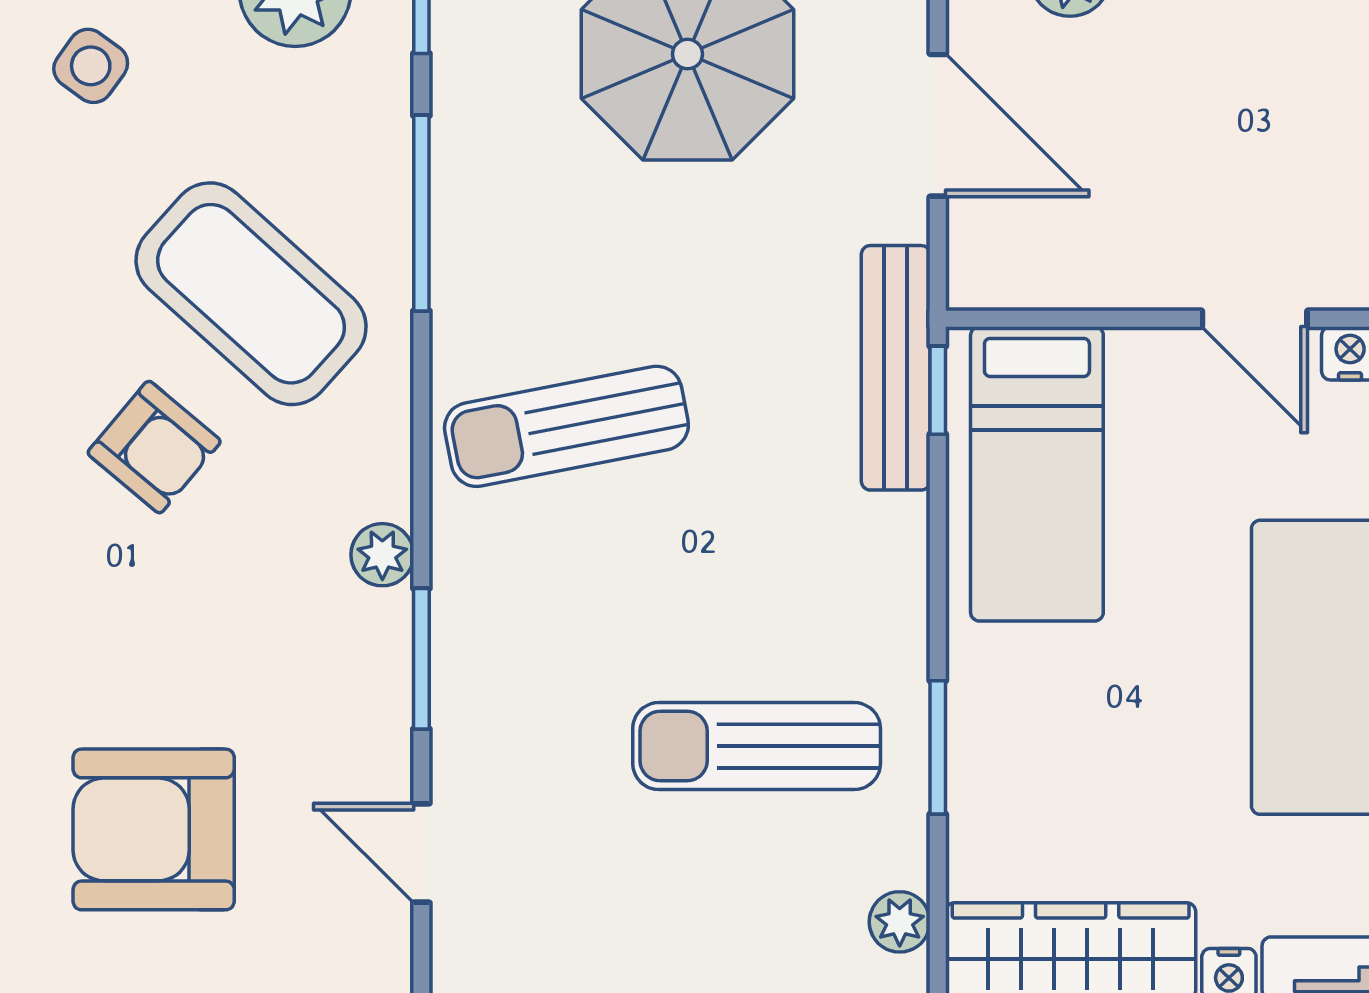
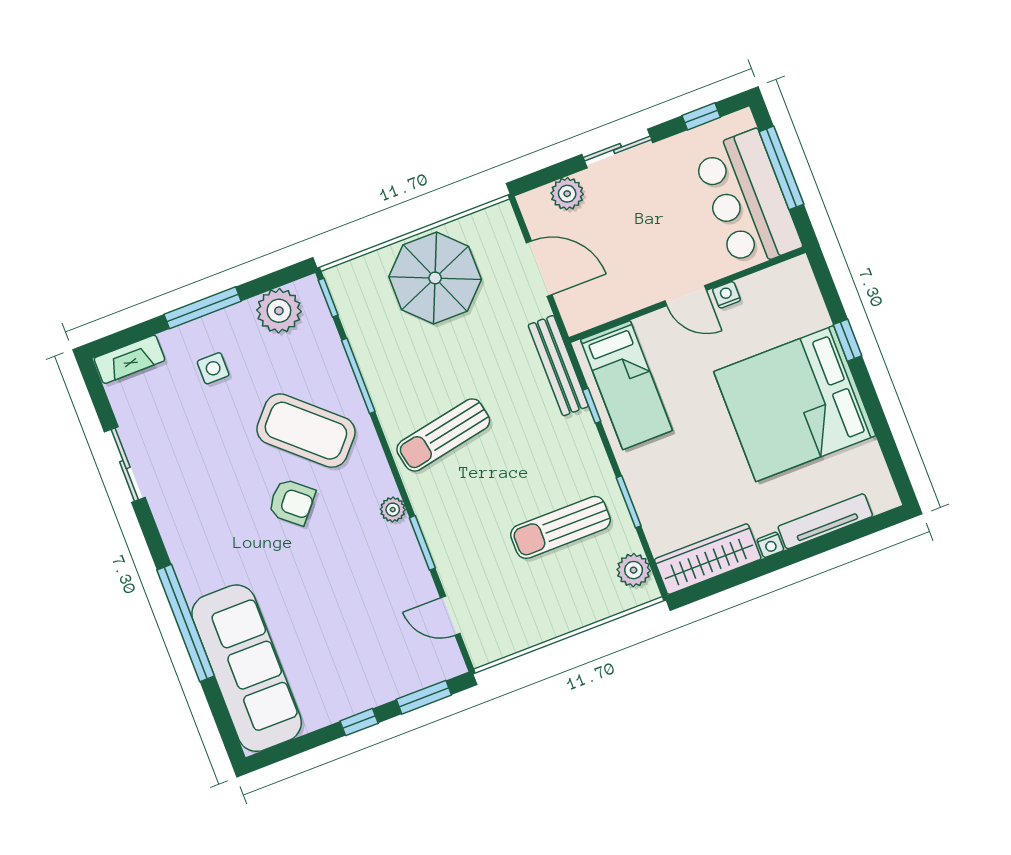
side table: (91, 66) -> (213, 368), turned -36
window: (938, 390) -> (592, 406), moved
armchair: (154, 829) -> (347, 645), removed
plant: (900, 922) -> (634, 570), width x1.38, depth x1.38

